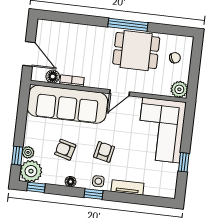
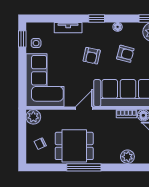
plant: (76, 31) -> (127, 157), added
window: (184, 162) -> (22, 39), moved
side table: (98, 181) -> (36, 43), moved

